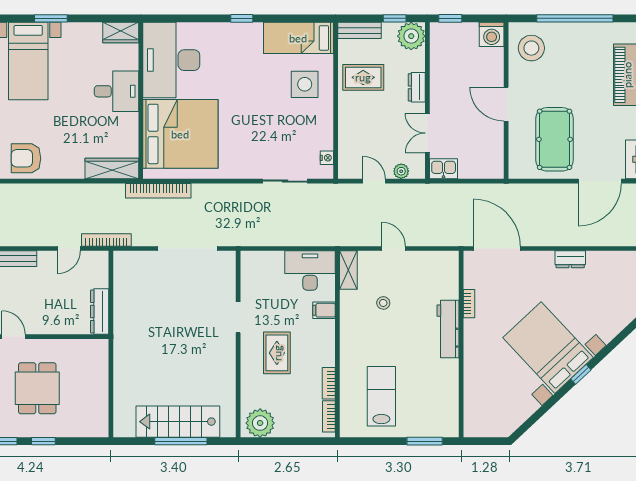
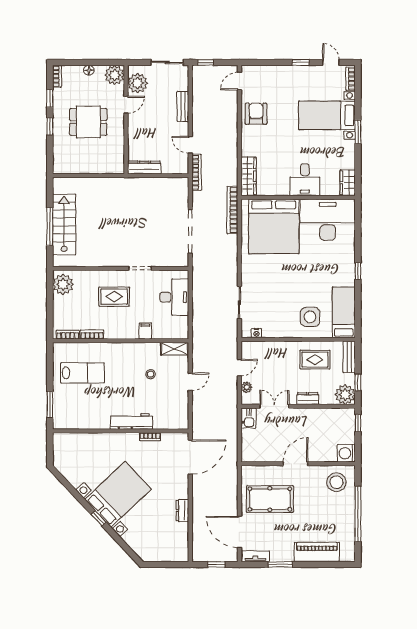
rug: (363, 77) -> (315, 360), turned 90
desk: (310, 271) -> (174, 297), moved

